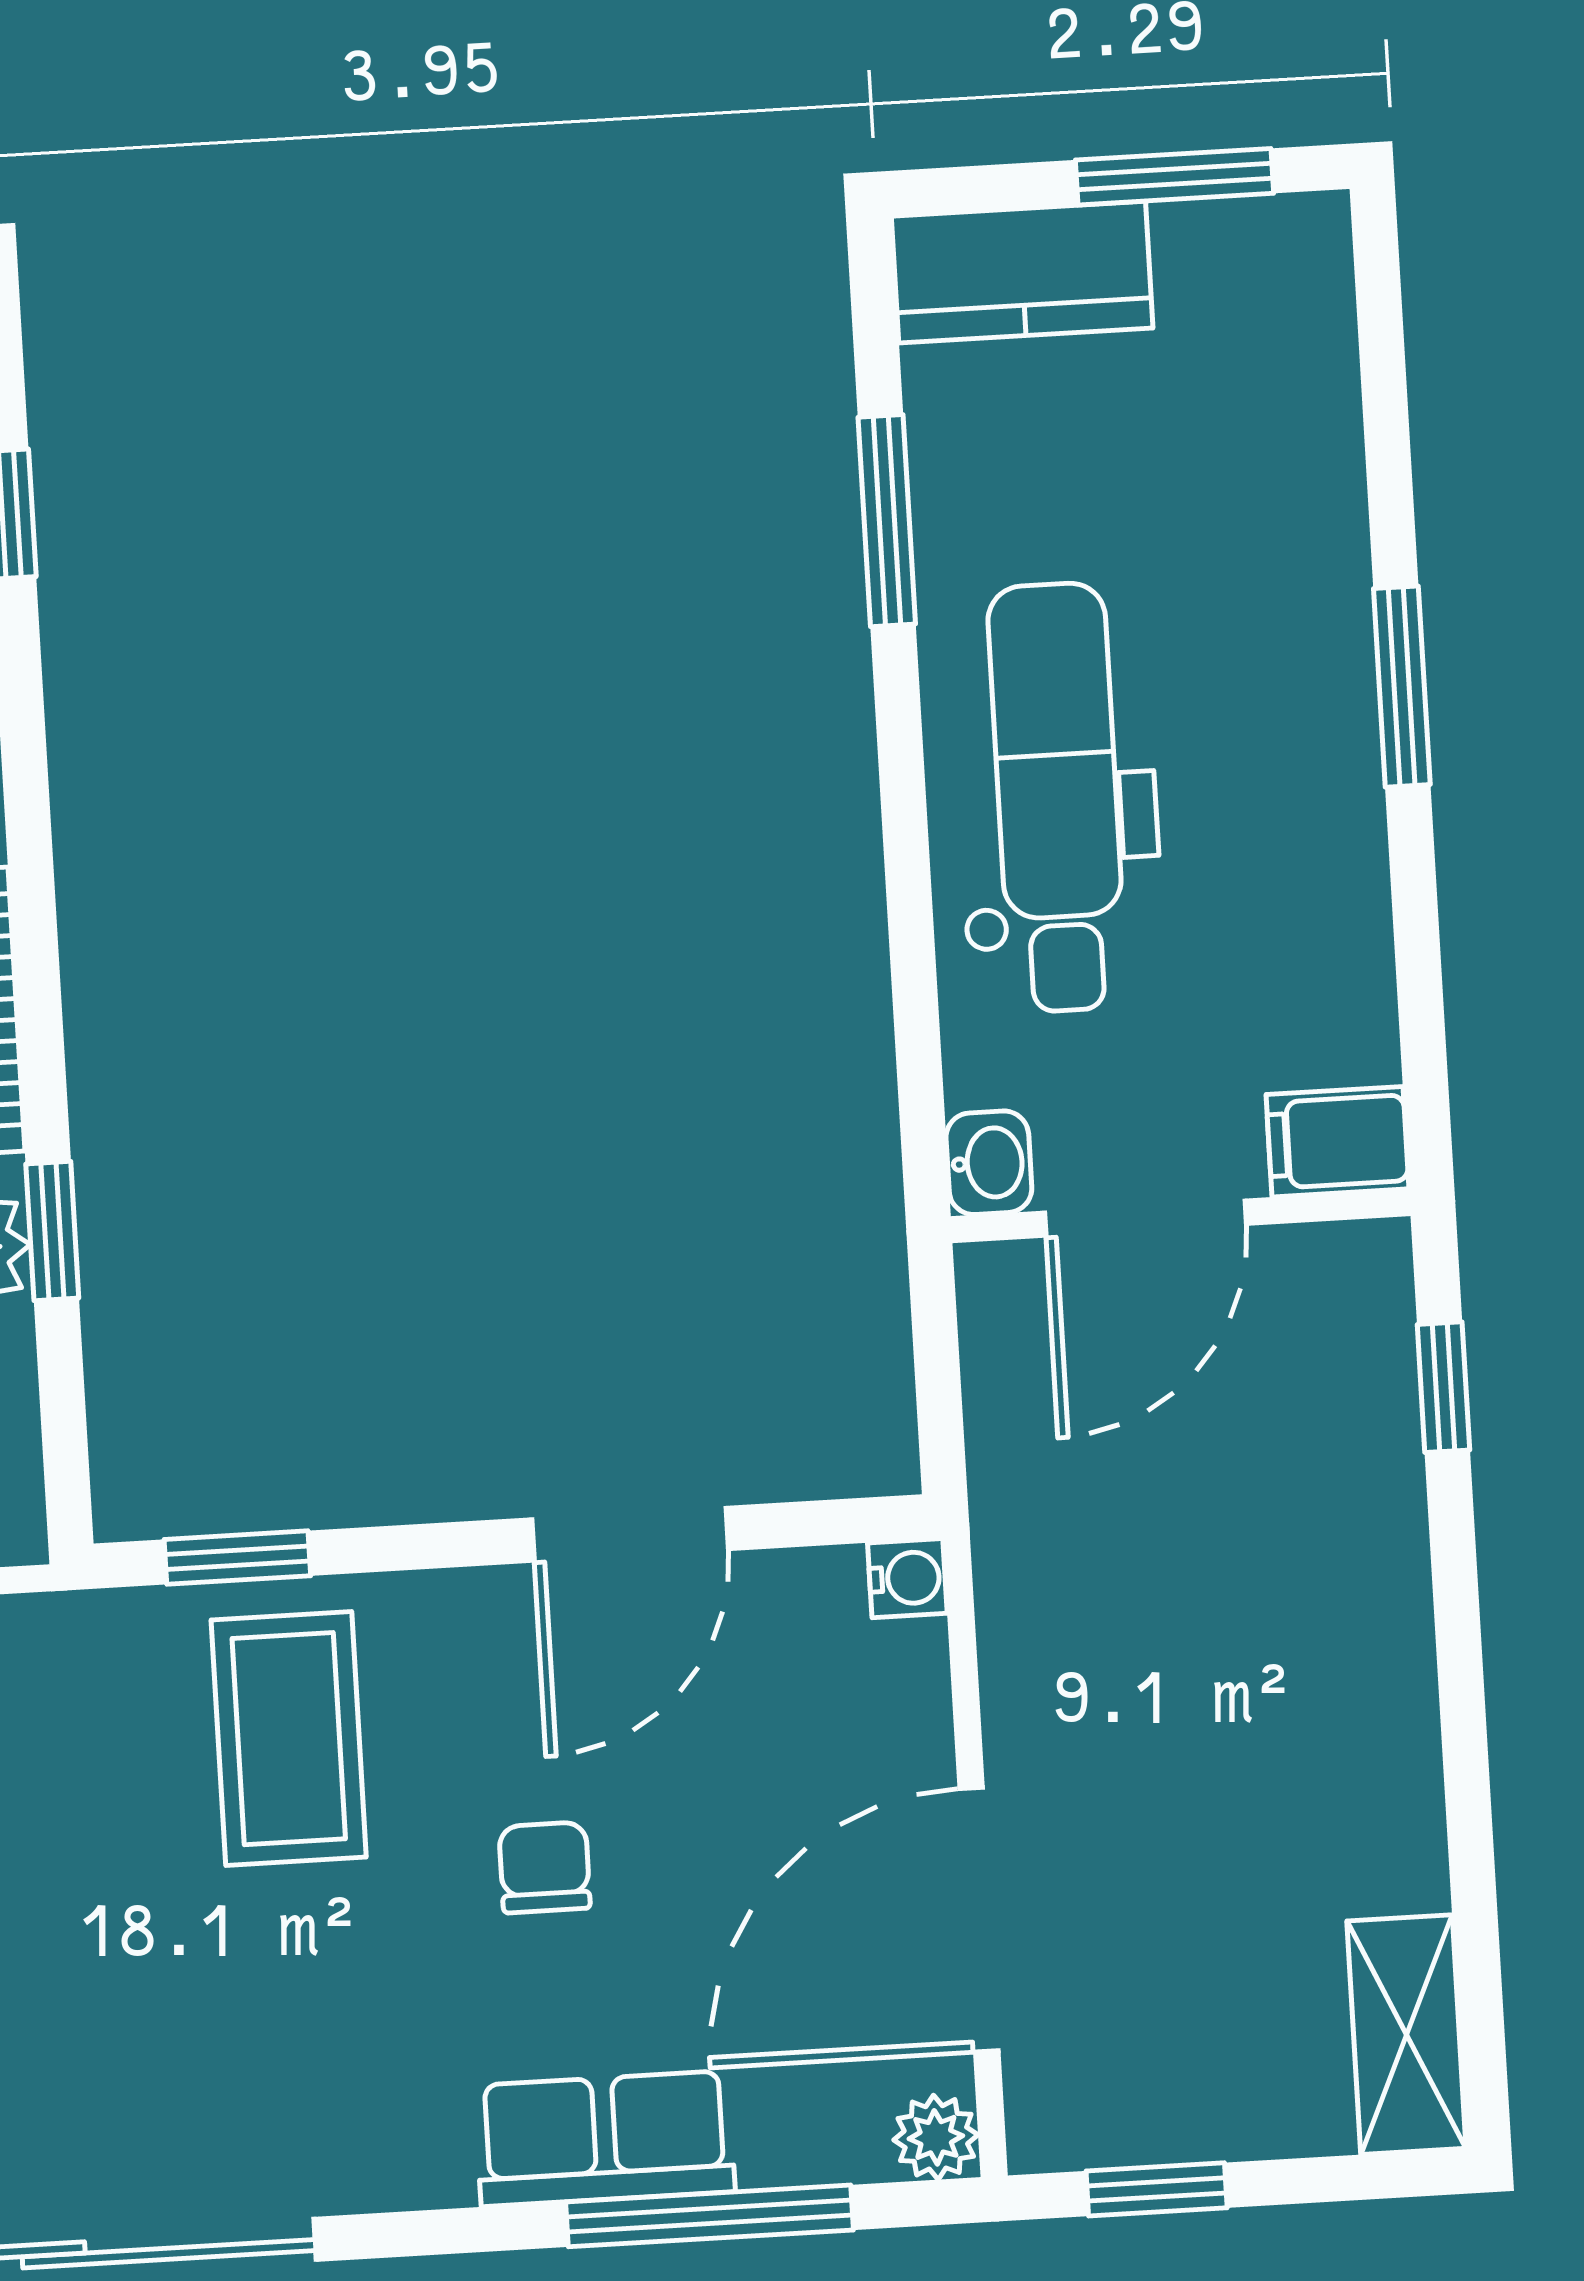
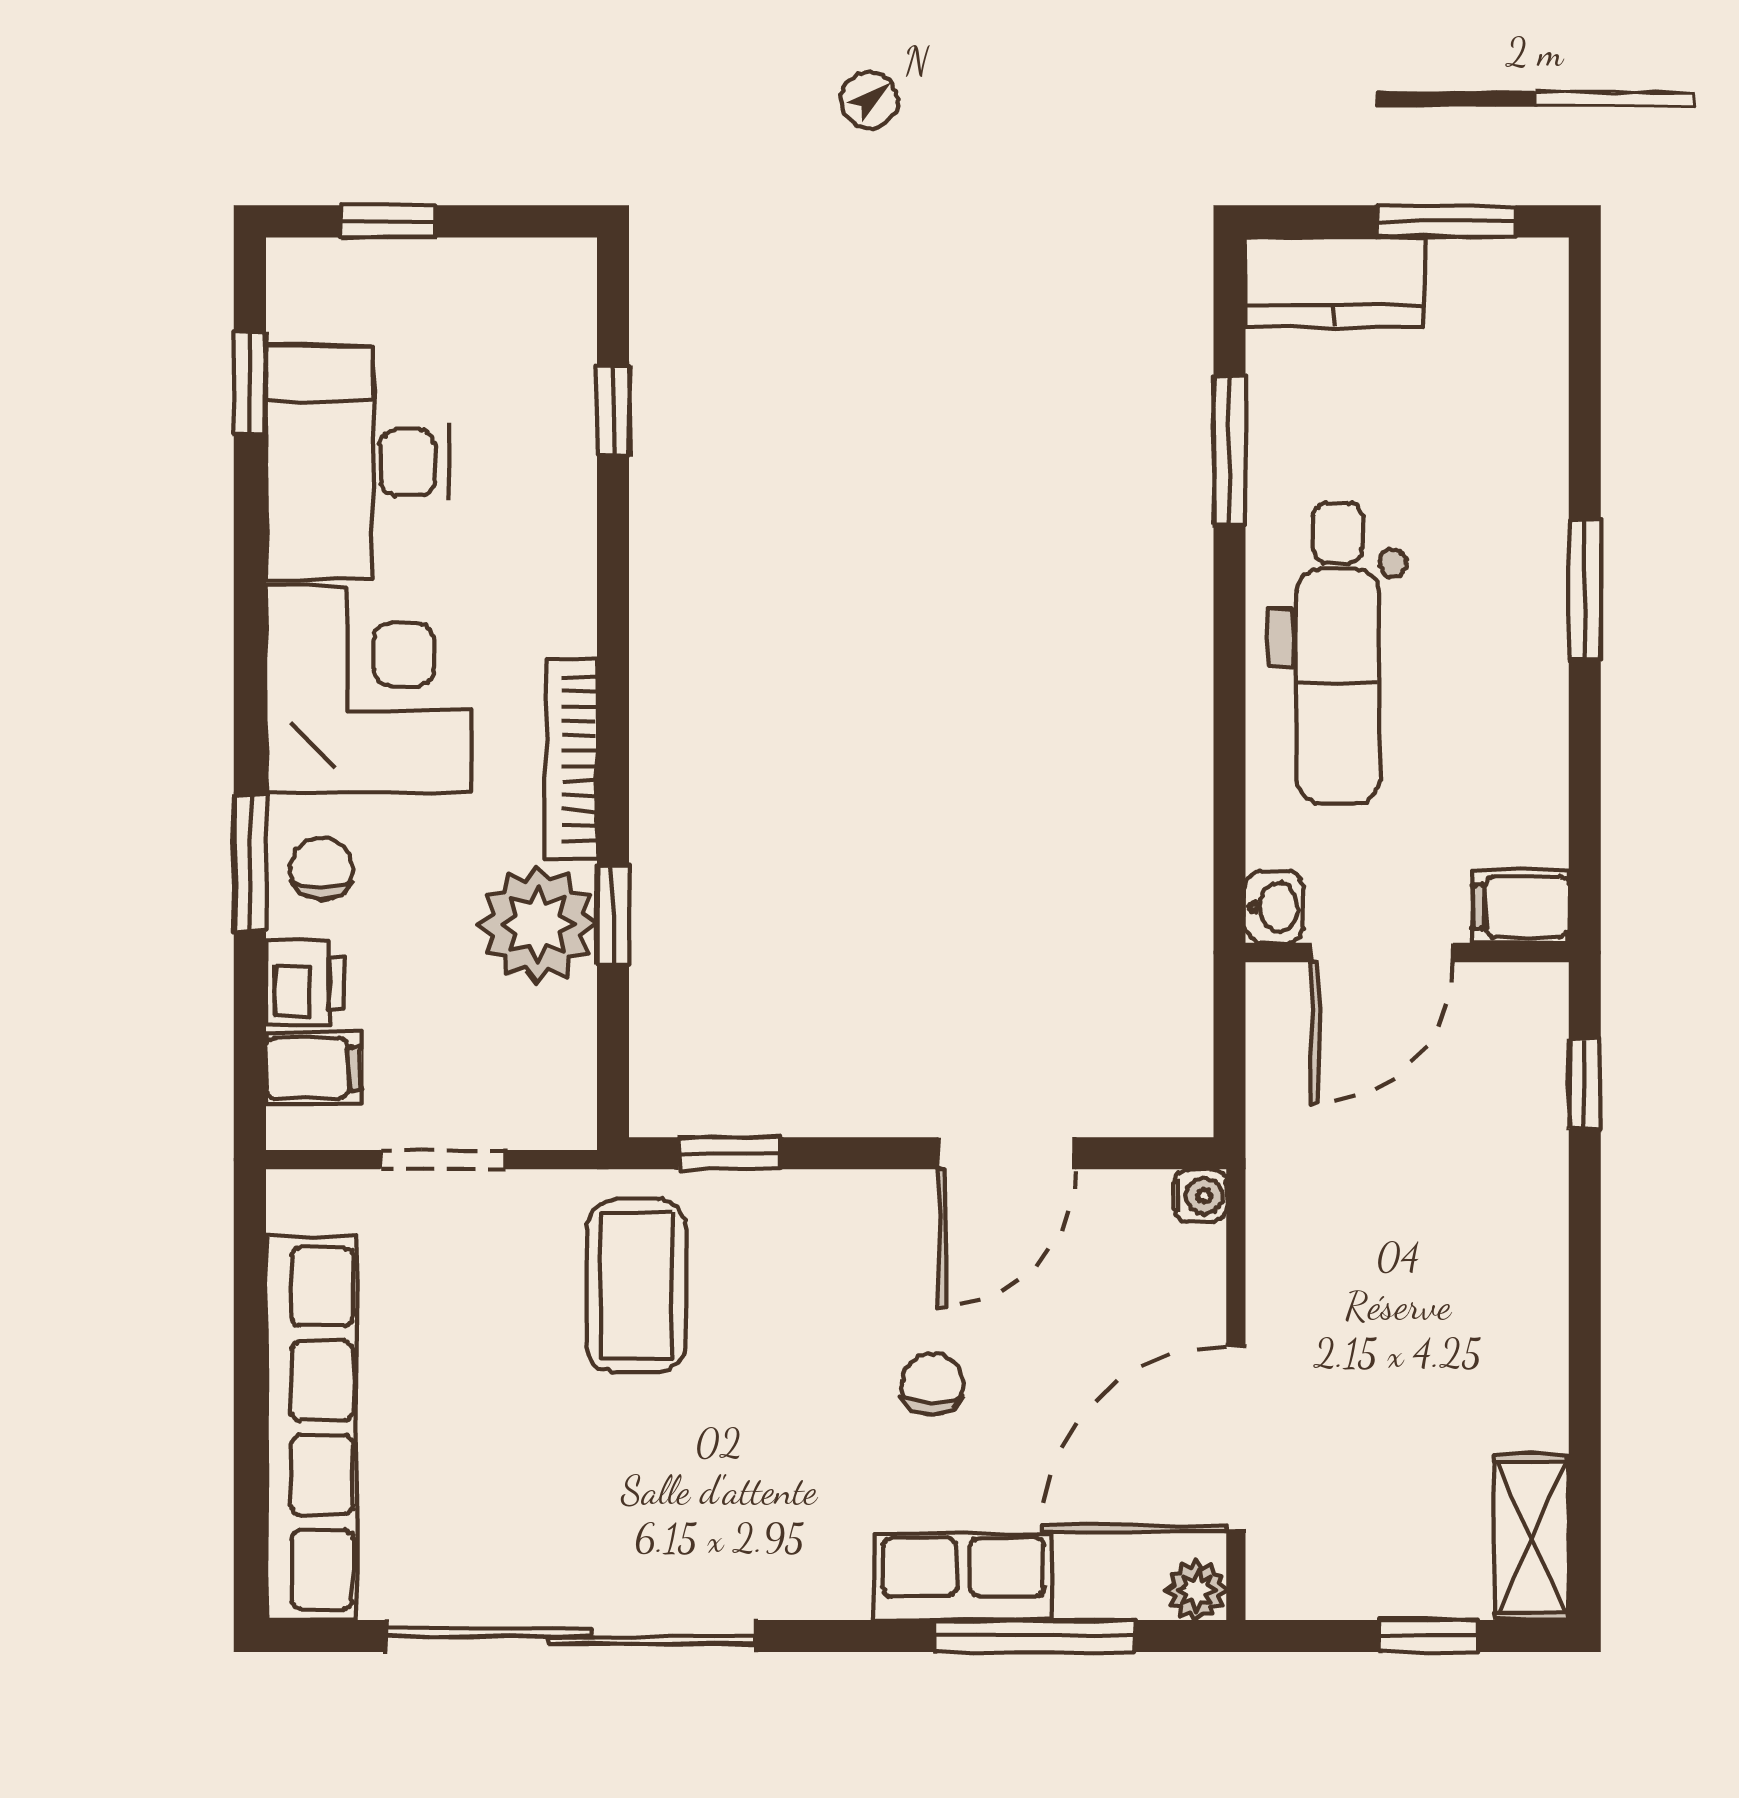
dental chair: (1057, 797) -> (1338, 653), turned 180
coffee table: (289, 1739) -> (636, 1286), moved
window: (1157, 2189) -> (1428, 1636), moved

